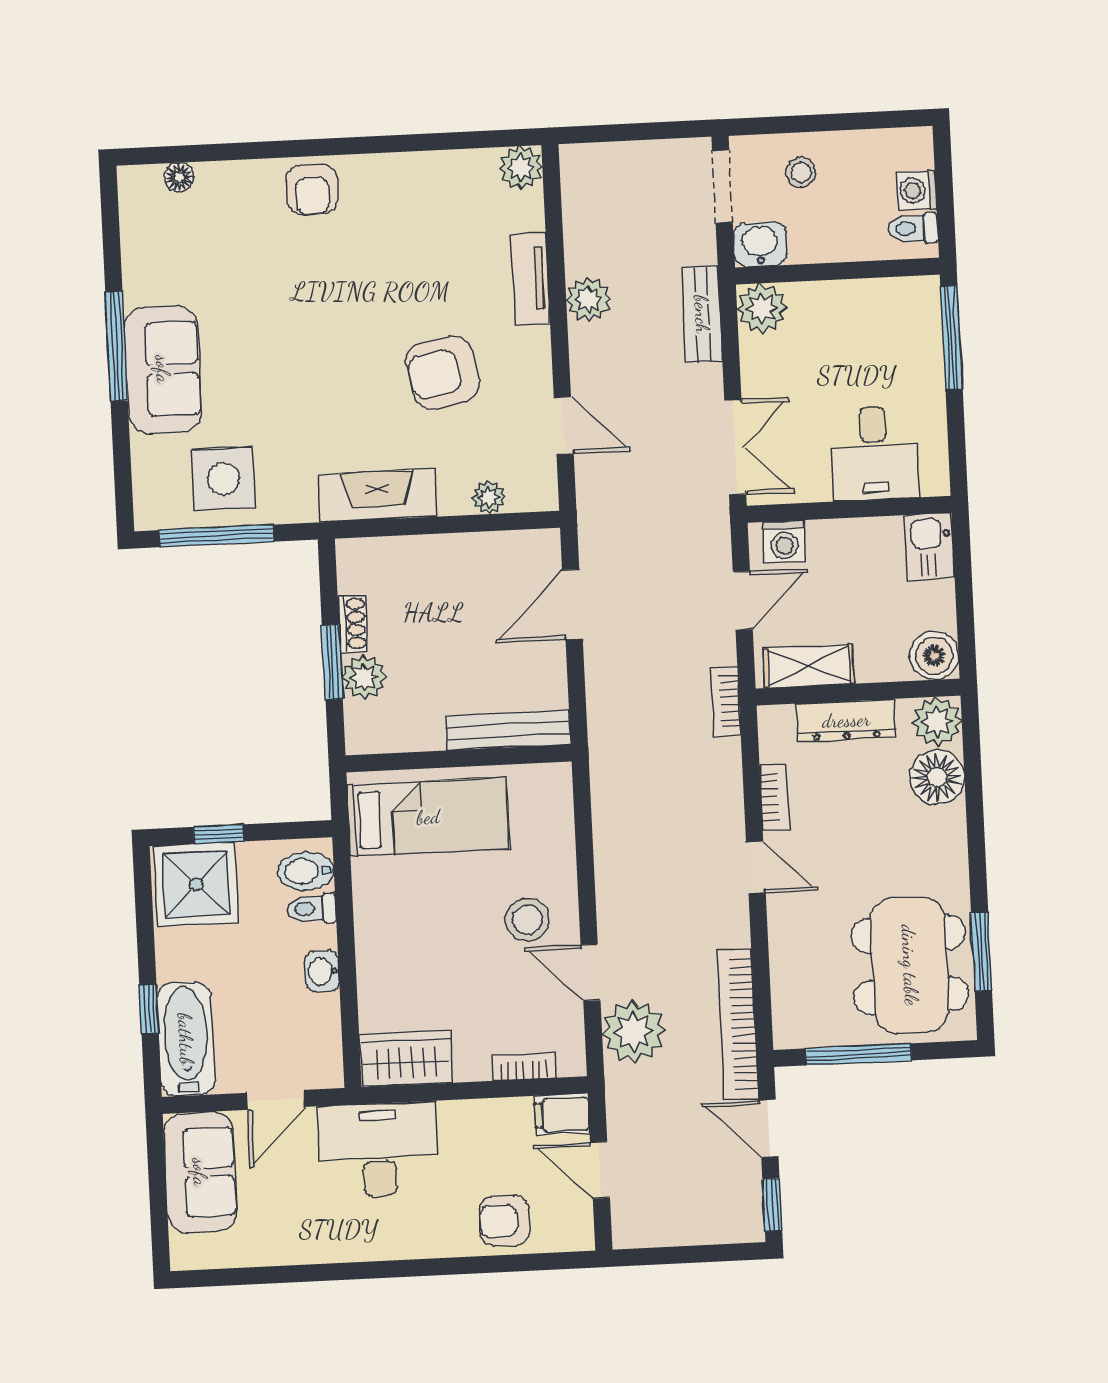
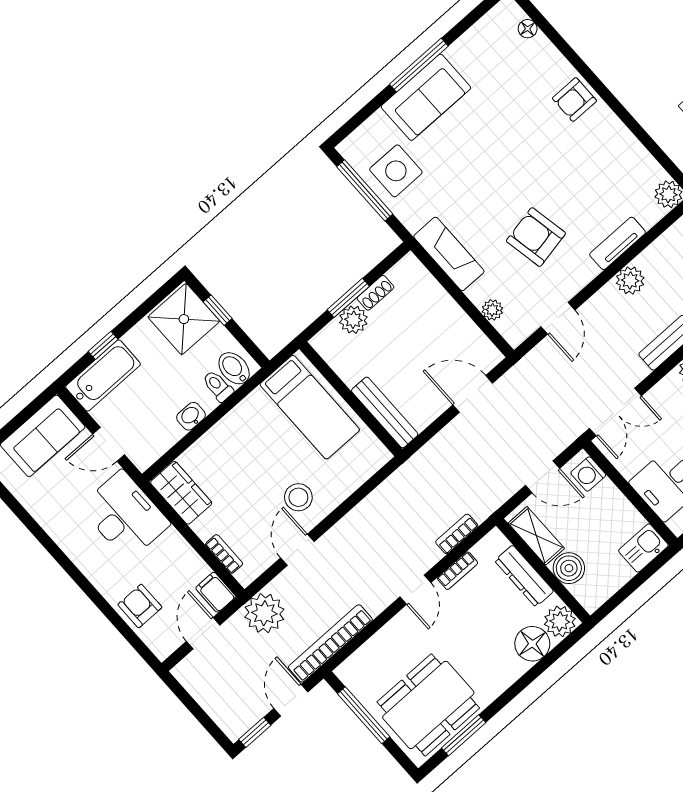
boiler: (934, 655) -> (569, 568), moved
bookcase: (725, 701) -> (457, 534), moved
plant: (634, 1032) -> (264, 613), moved

